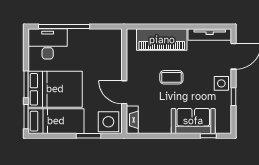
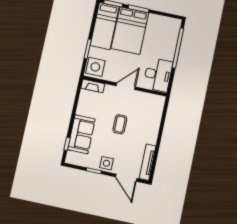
piano: (162, 40) -> (152, 123), removed
desk: (48, 44) -> (158, 75), moved
door: (124, 92) -> (126, 86), moved

